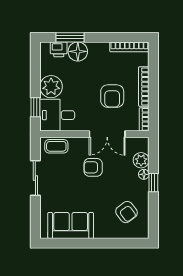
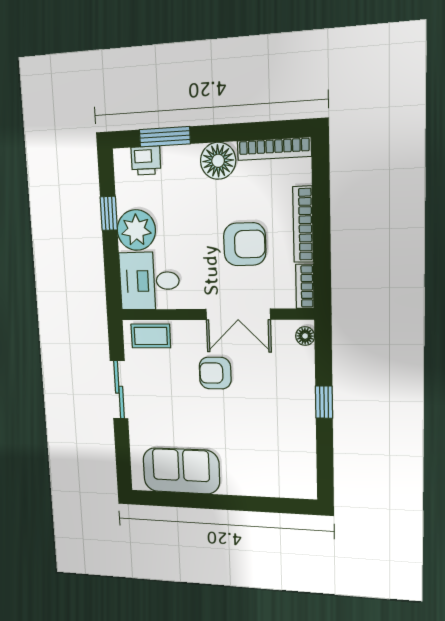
floor lamp: (78, 51) -> (218, 161), moved
armchair: (112, 96) -> (245, 244), turned -90
window: (35, 107) -> (109, 213), moved
plant: (141, 160) -> (301, 362), removed
floor lamp: (144, 174) -> (305, 336), moved
armchair: (127, 212) -> (276, 452), removed

